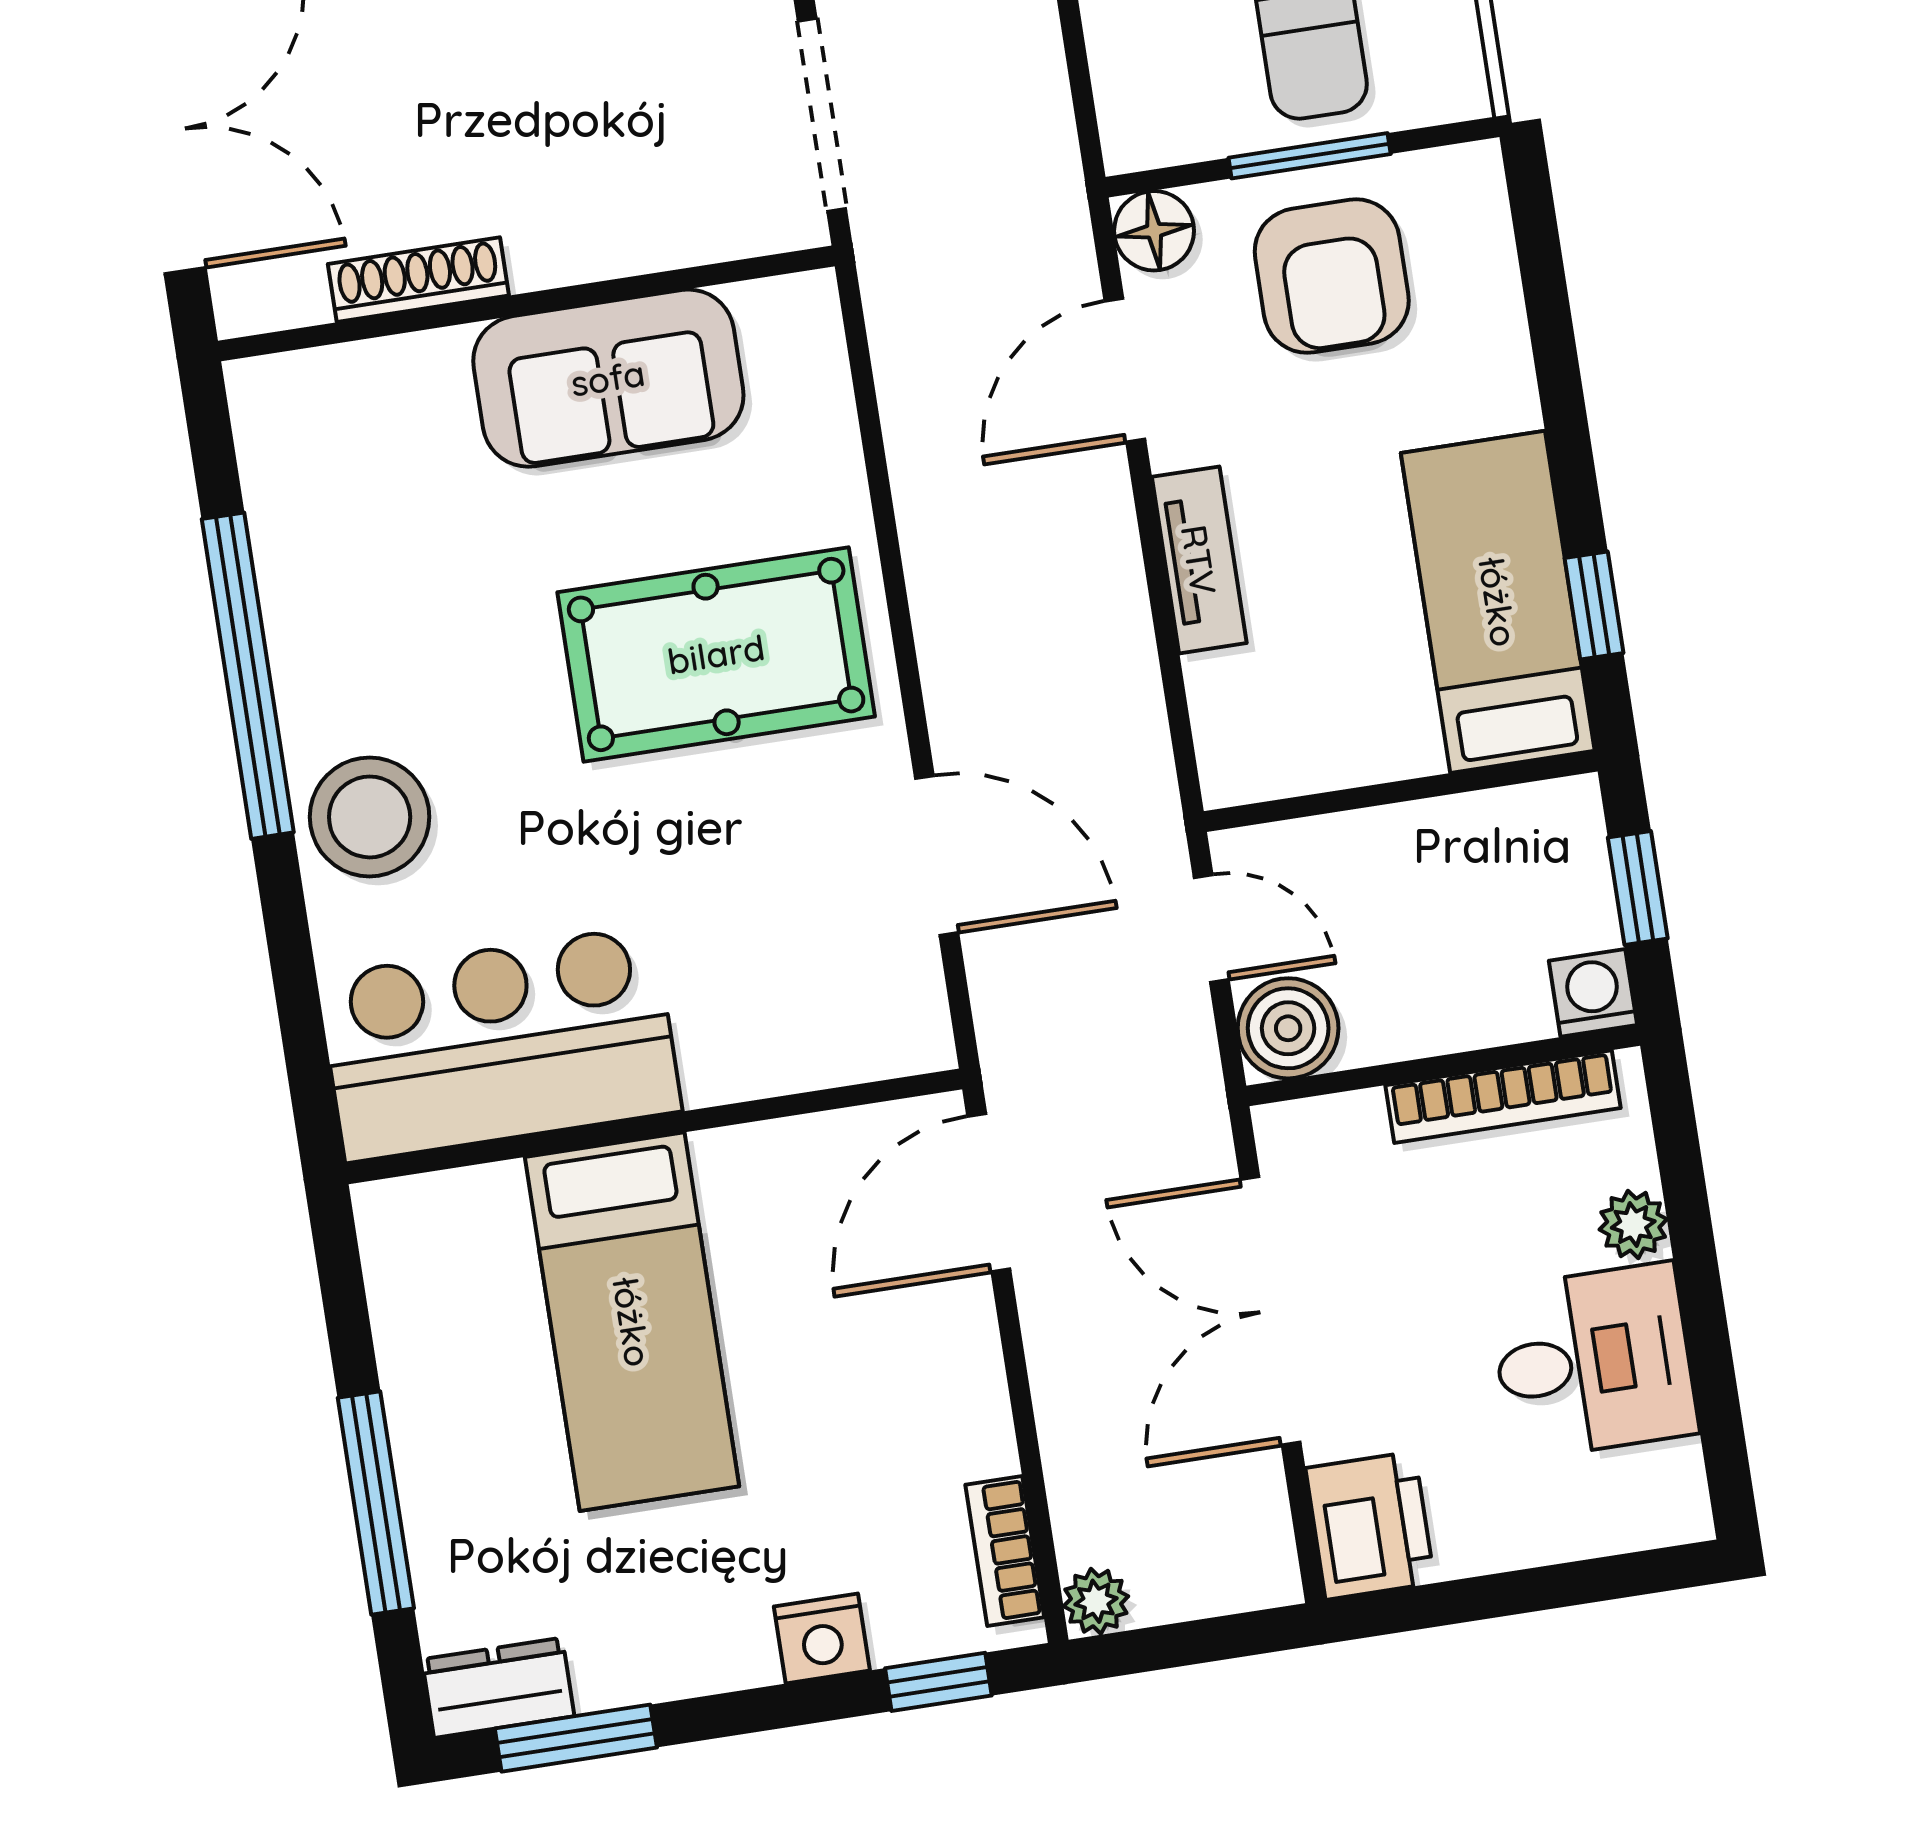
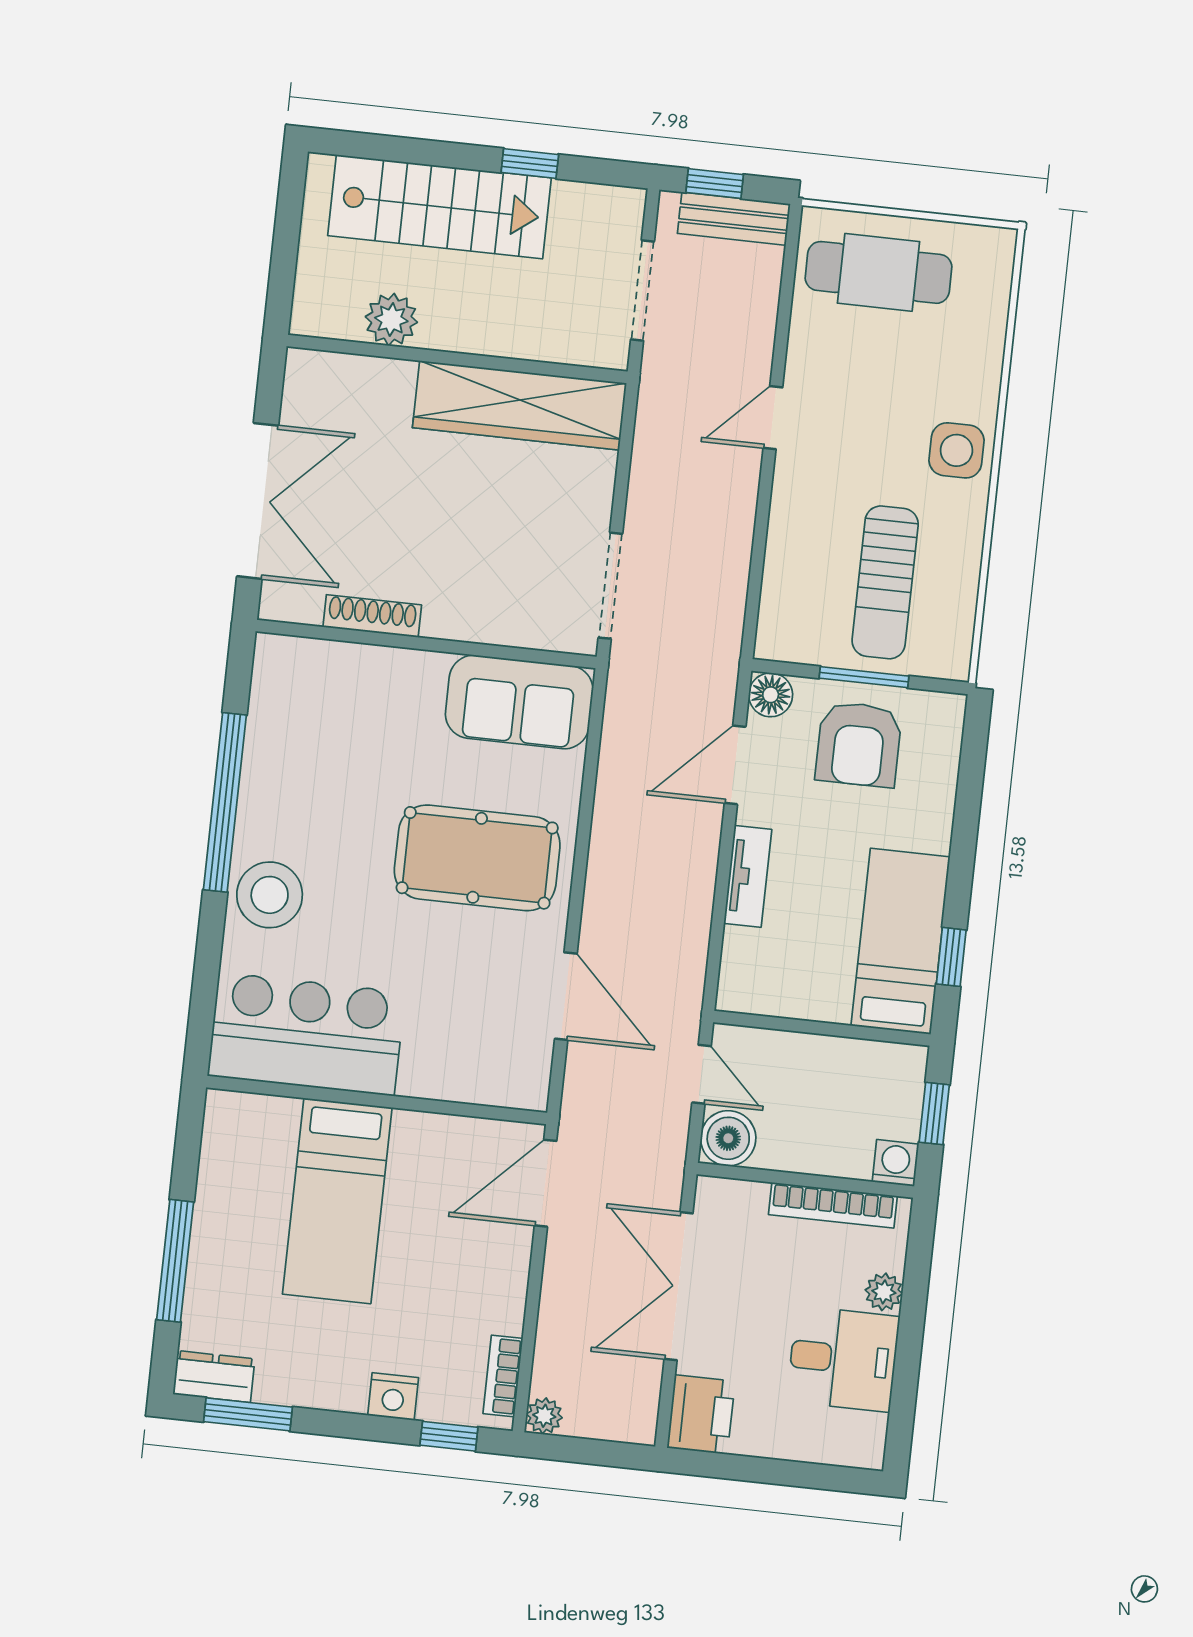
sofa: (608, 378) -> (519, 702), moved

